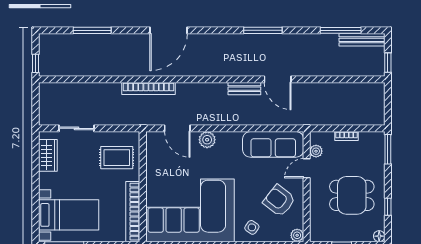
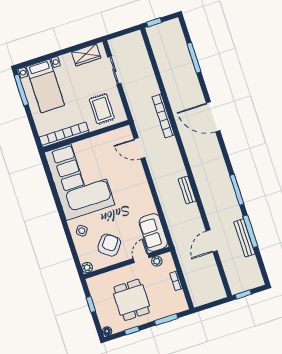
window: (341, 30) -> (250, 231), moved
bench: (362, 40) -> (244, 238), moved
door: (278, 79) -> (212, 241), moved
door: (177, 128) -> (140, 148), hinge flipped
plant: (207, 140) -> (138, 174), removed
sofa: (273, 144) -> (153, 233), width x0.73
window: (388, 149) -> (166, 319), moved
door: (307, 168) -> (141, 258), hinge flipped

